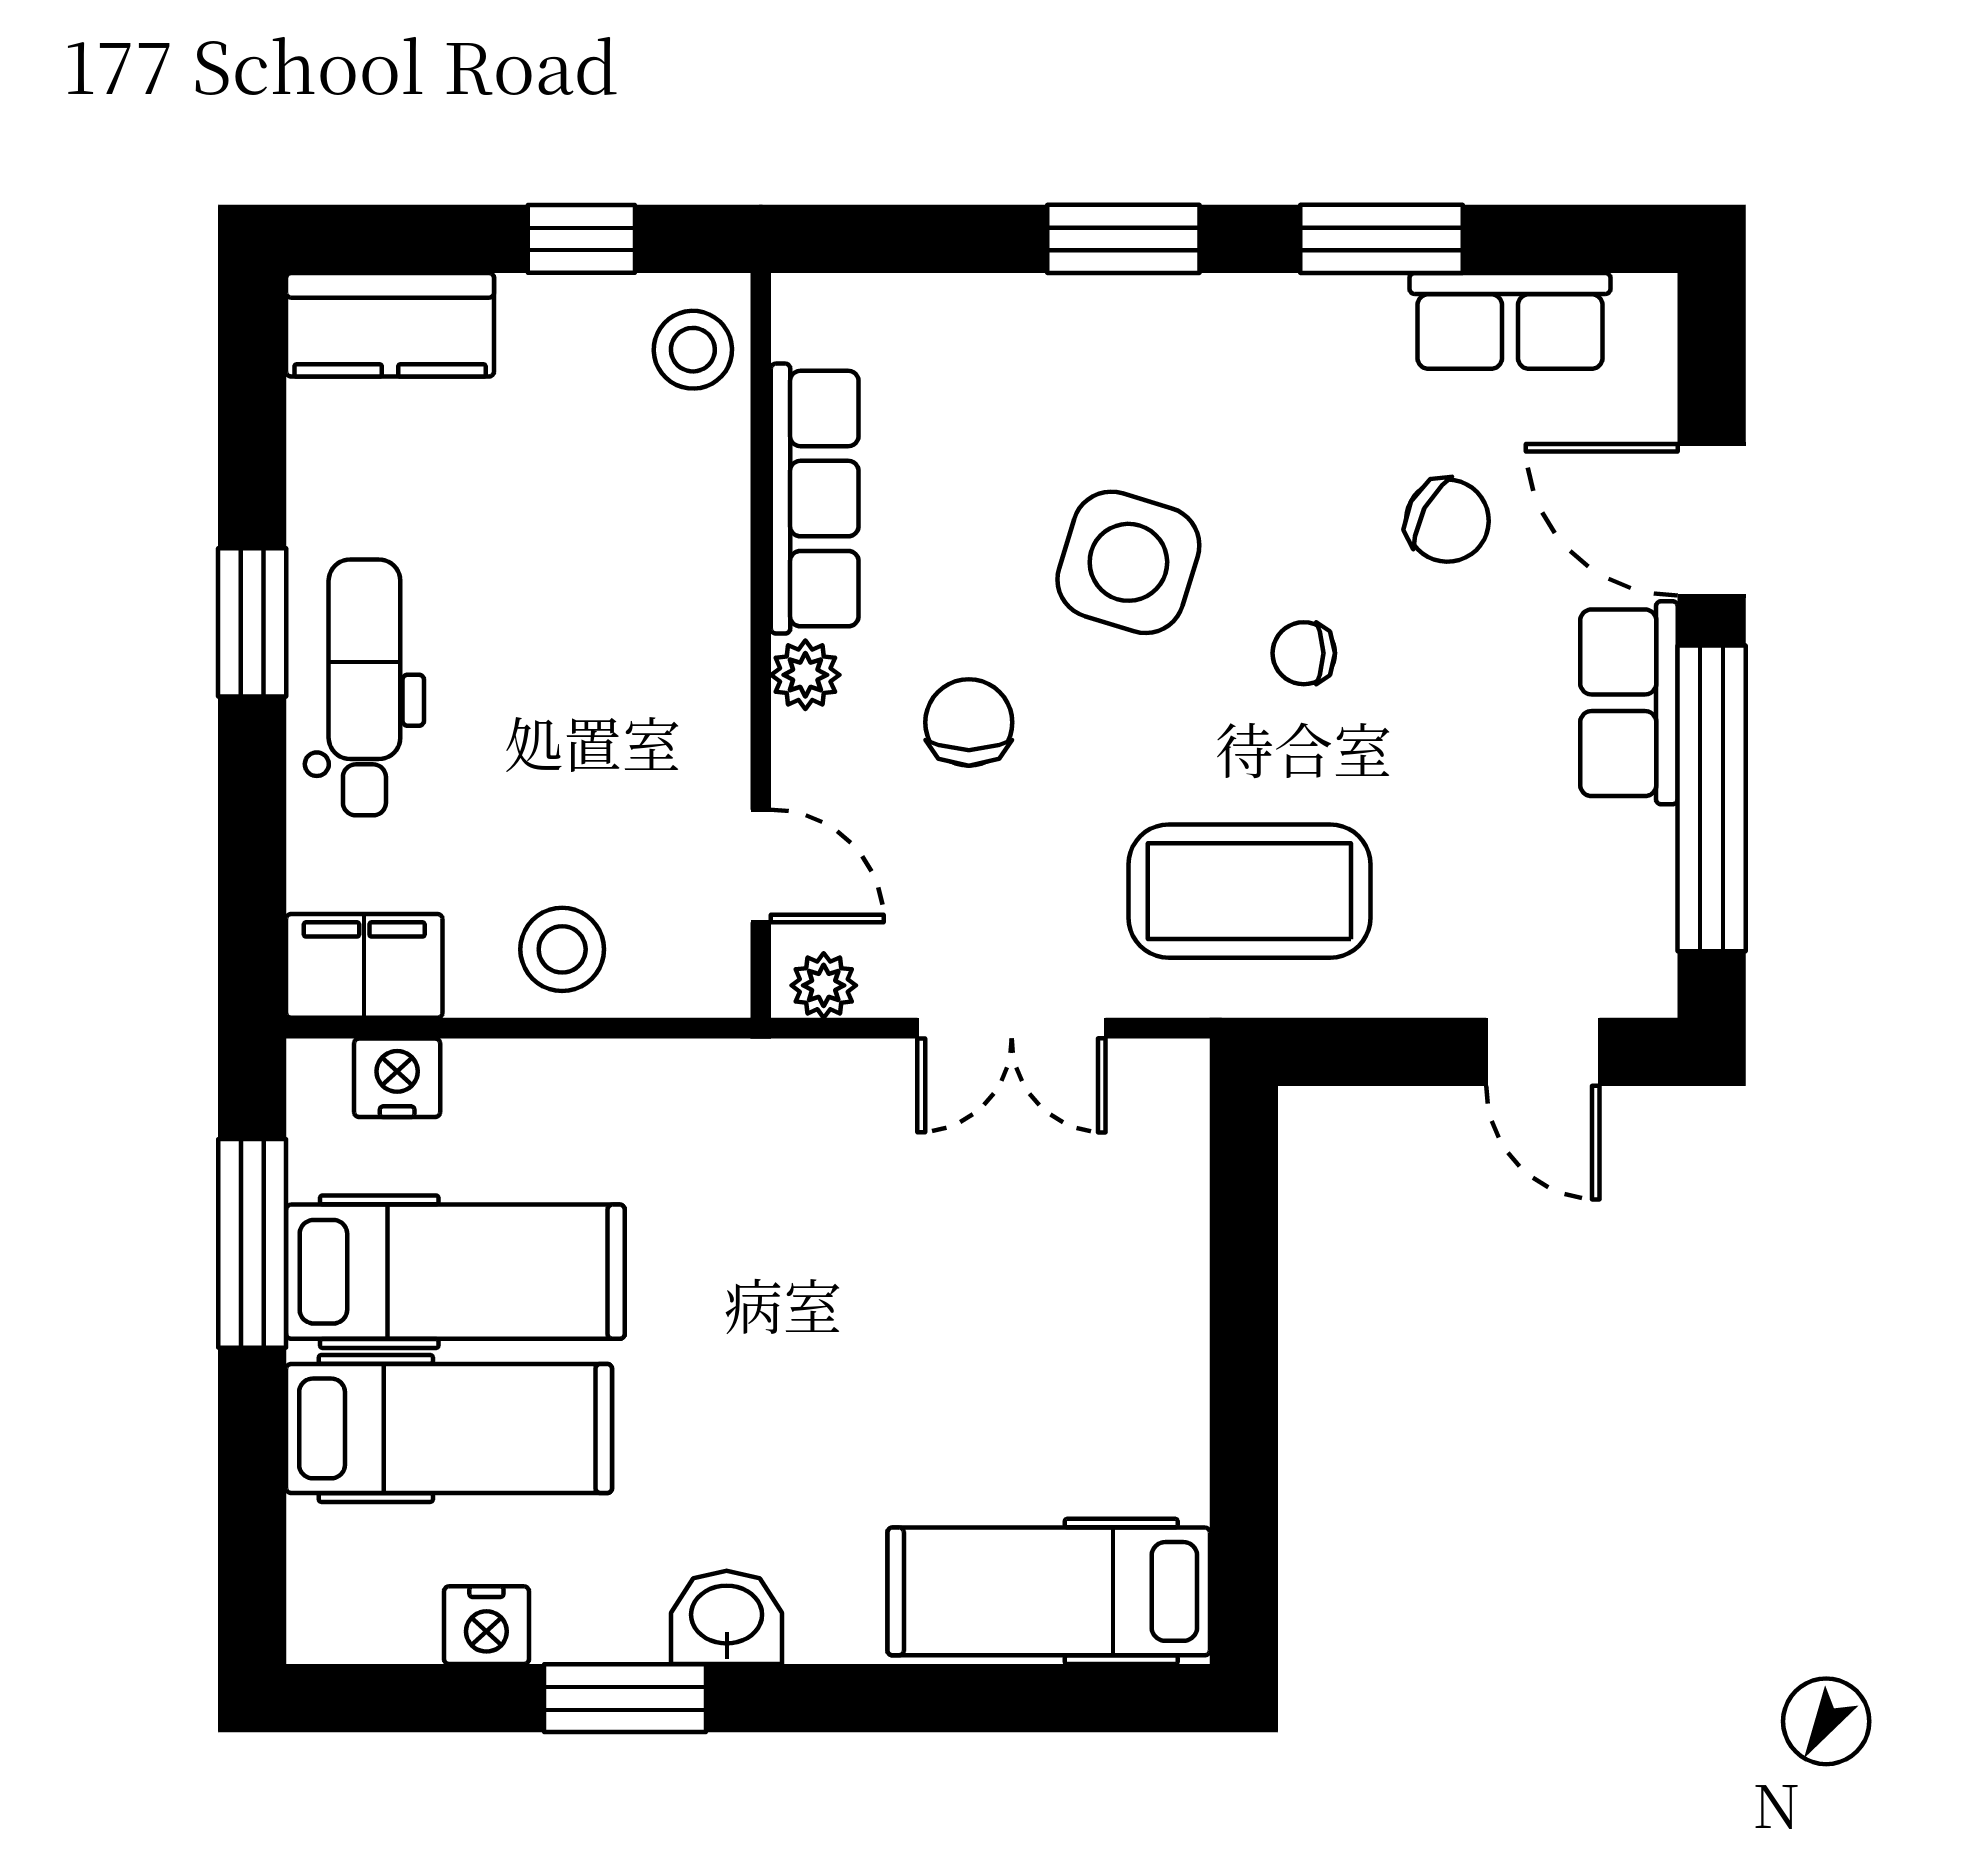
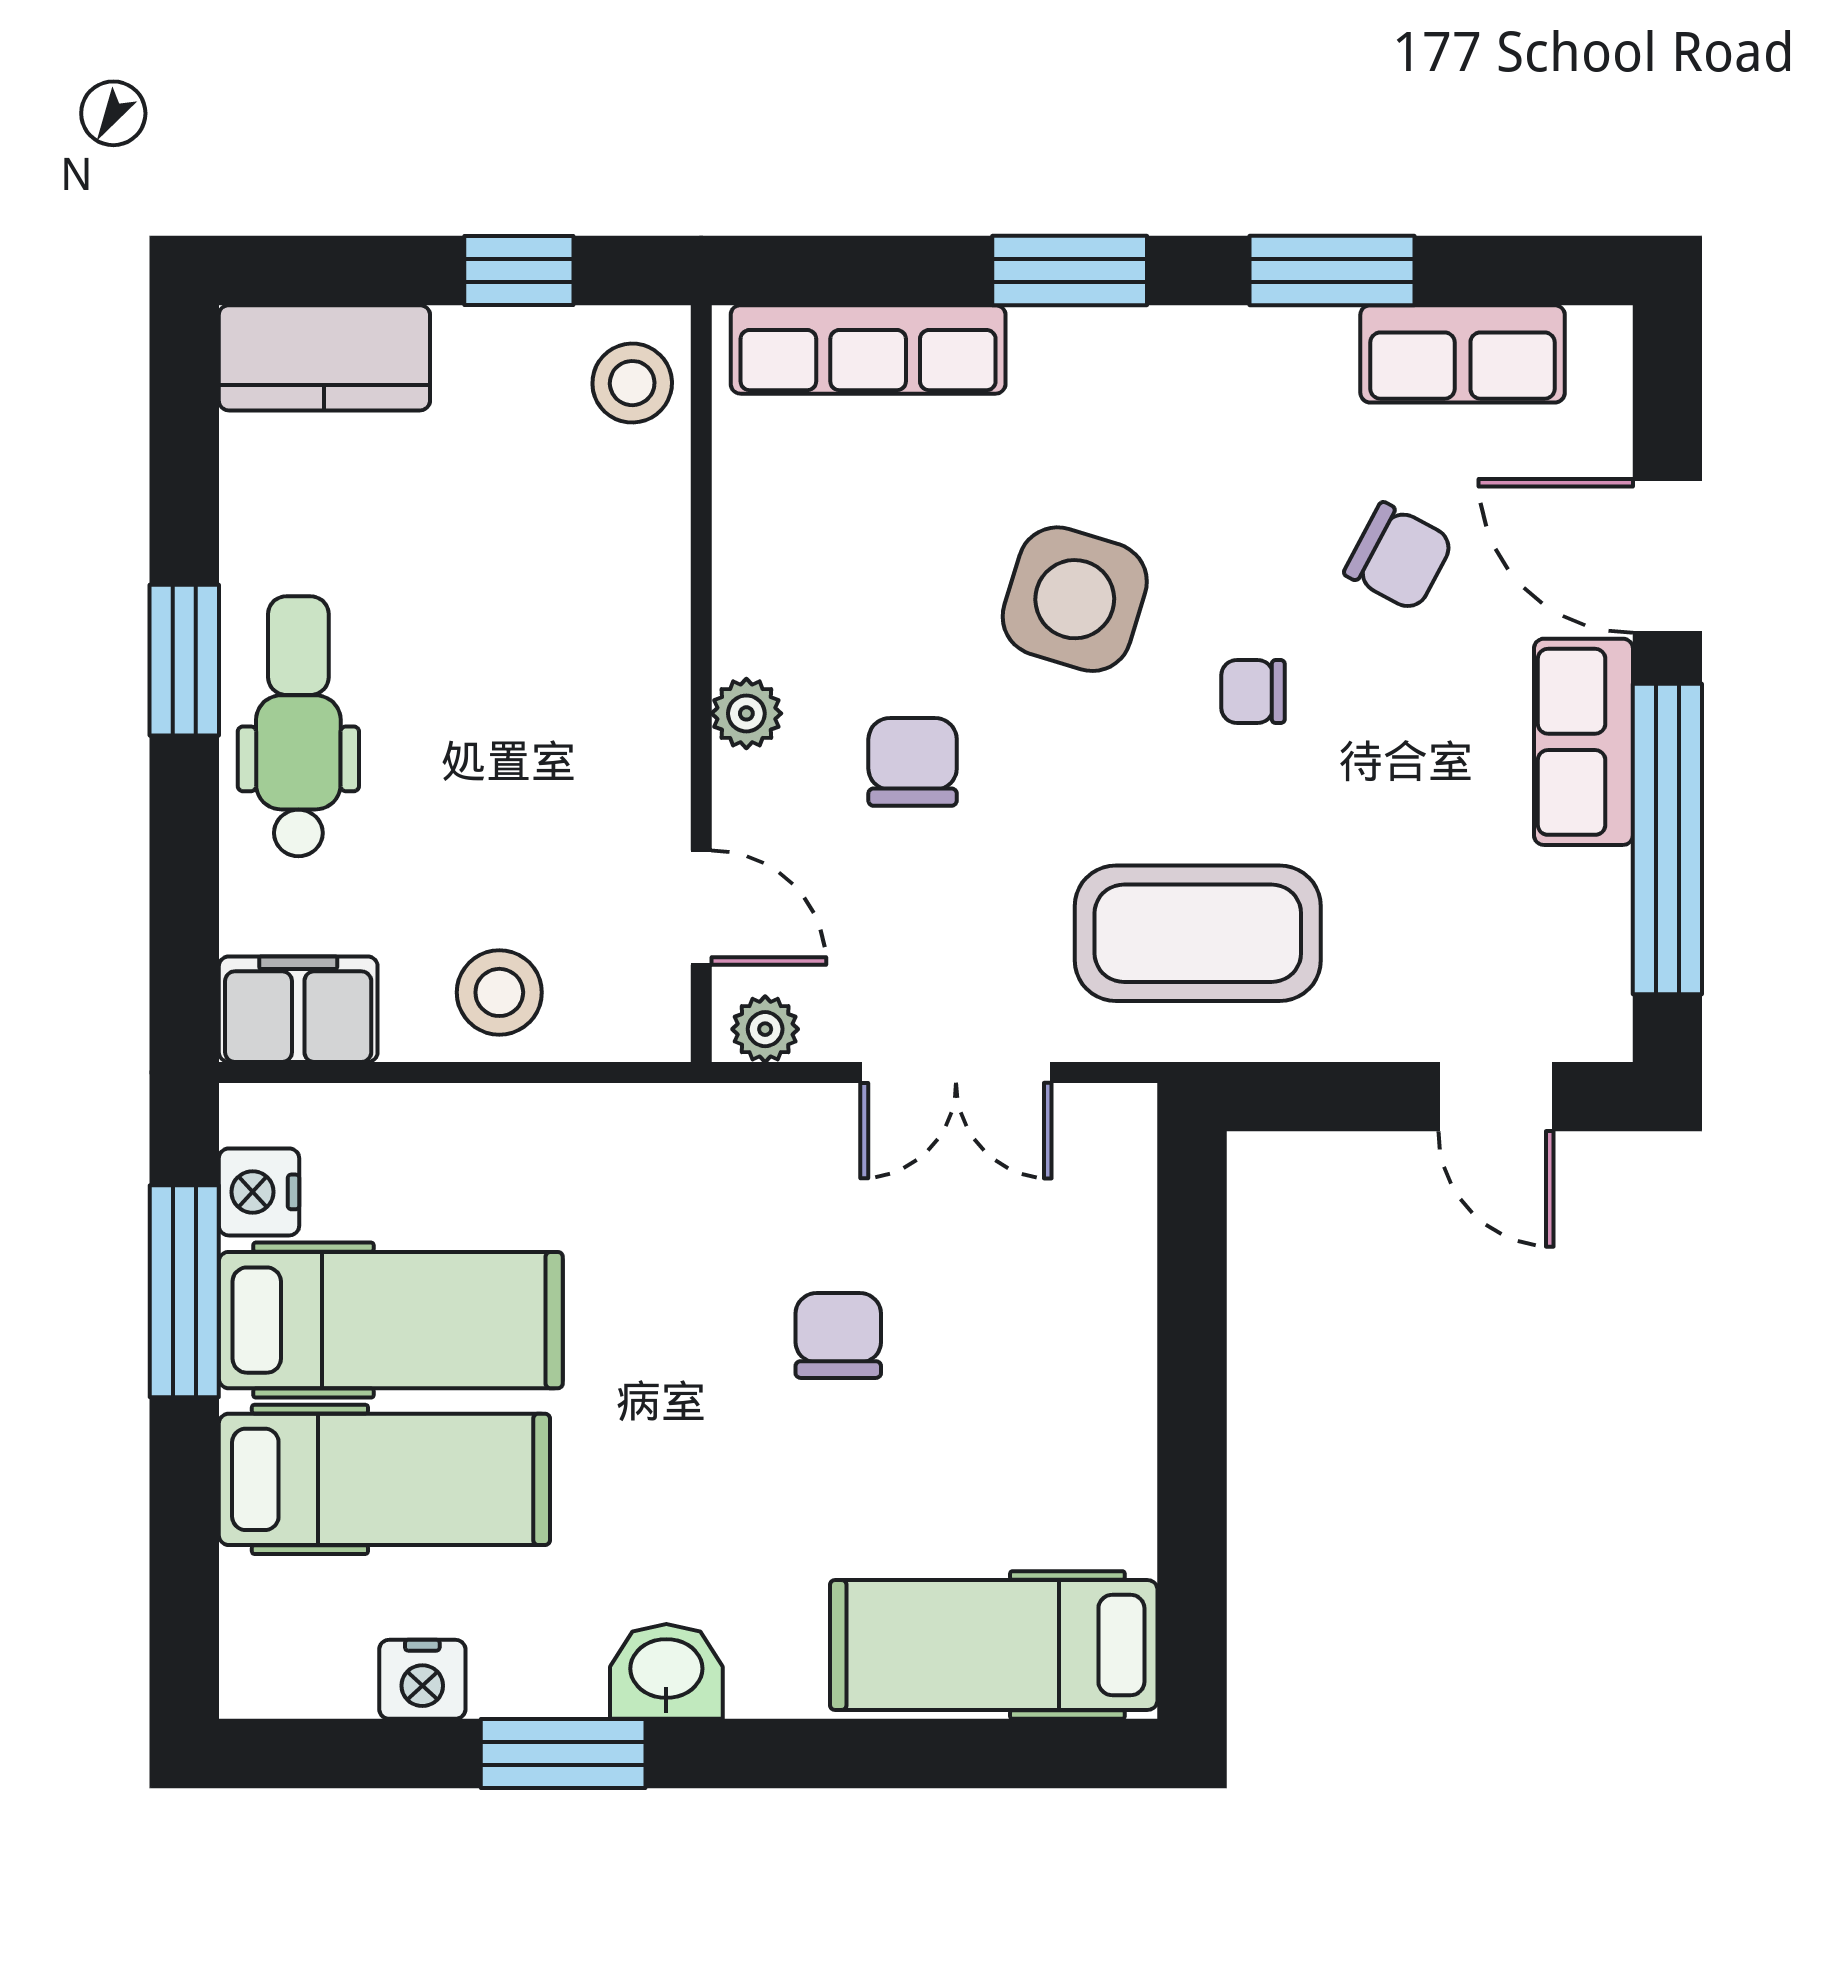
row of seats: (815, 499) -> (868, 349), moved, turned 90
nightstand: (397, 1078) -> (259, 1192), moved, turned -90
chair: (896, 1287) -> (838, 1335), added

